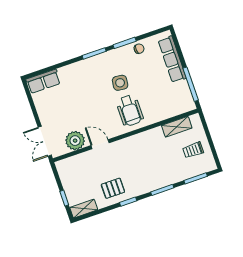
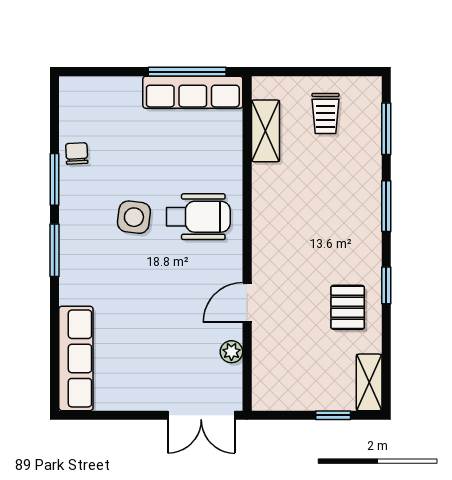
row of seats: (172, 59) -> (193, 92), moved
row of seats: (43, 81) -> (76, 358), width x1.48
plant: (75, 141) -> (231, 352), width x0.53, depth x0.53

